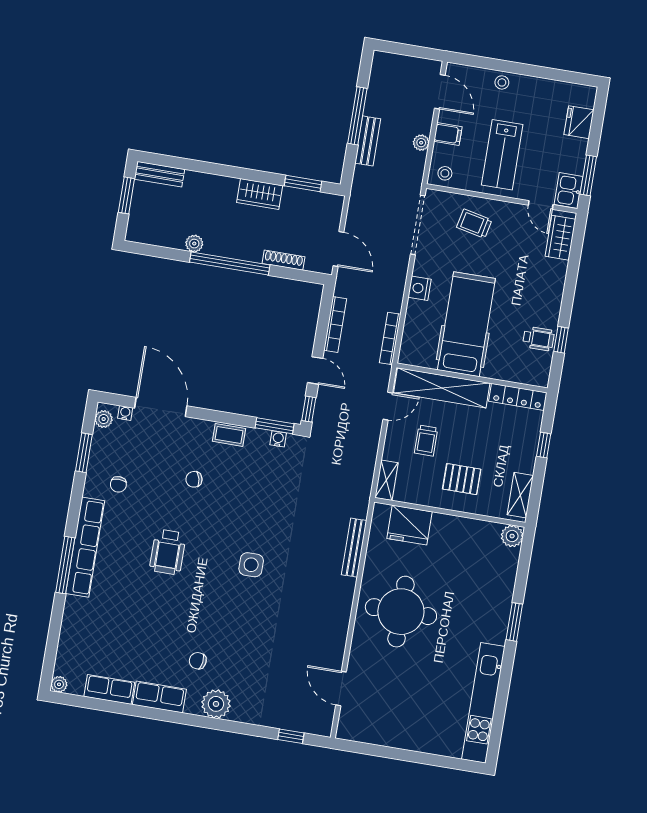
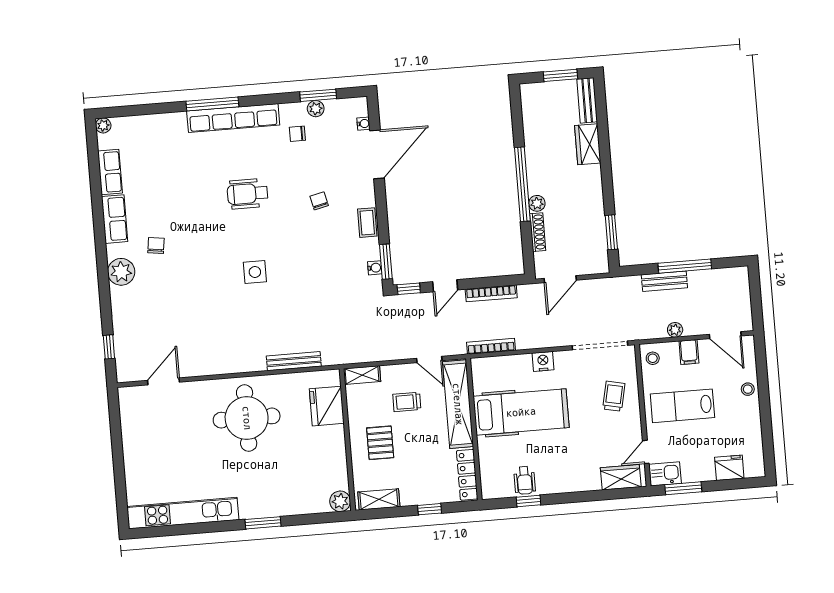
door: (440, 92) -> (725, 335), hinge flipped
wardrobe: (260, 194) -> (588, 144), moved
plant: (194, 244) -> (537, 203), moved
plant: (104, 419) -> (316, 109), moved

